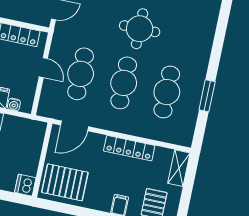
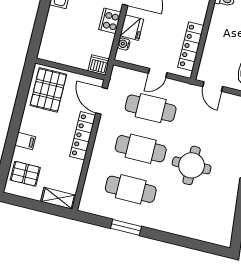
locker: (129, 148) -> (83, 136), moved
dishwasher: (25, 185) -> (99, 65), moved

